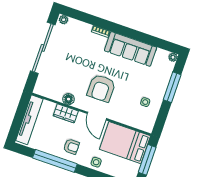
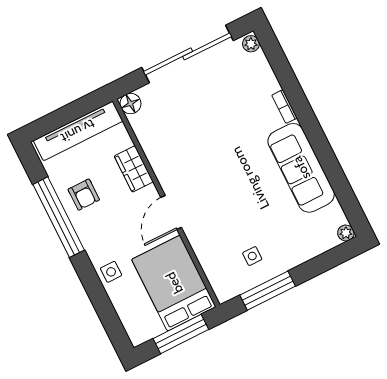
window: (172, 87) -> (268, 291), moved
armchair: (101, 88) -> (213, 182), removed
floor lamp: (69, 99) -> (130, 104), moved
armchair: (71, 147) -> (84, 195), moved

